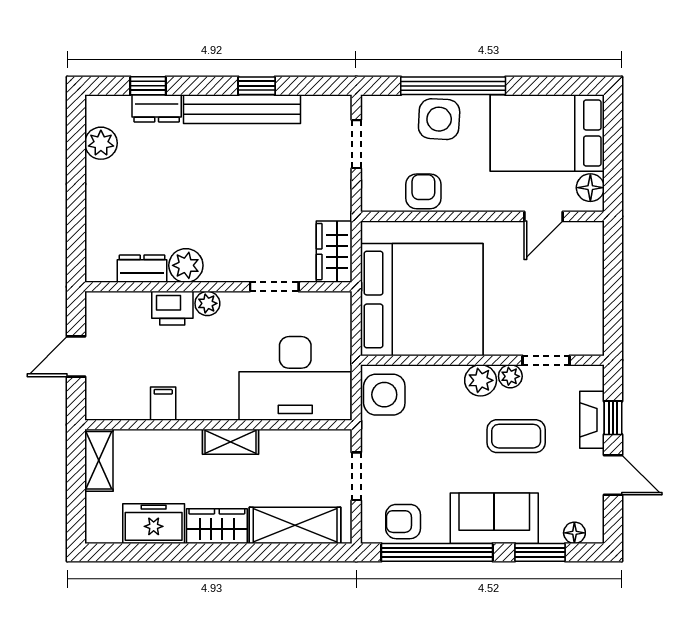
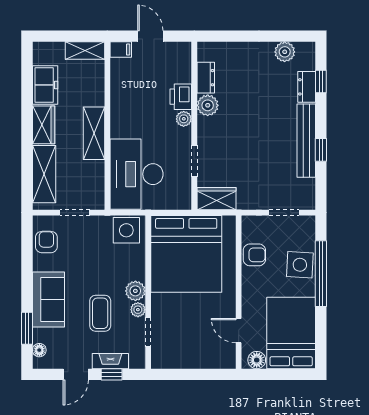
filing cabinet: (163, 404) -> (121, 50), moved
shelving: (230, 442) -> (94, 133), width x1.50, depth x1.33
window: (437, 552) -> (27, 263), removed

